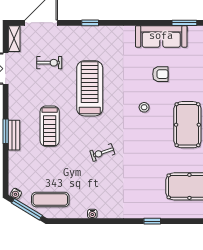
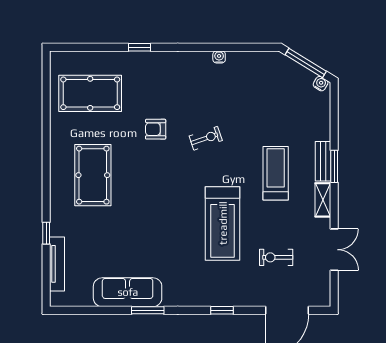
window: (184, 23) -> (148, 310), moved
shelving: (14, 39) -> (323, 200), moved
armchair: (160, 74) -> (156, 129), moved
stool: (144, 107) -> (150, 198), removed
exercise mat: (50, 200) -> (275, 76), removed

